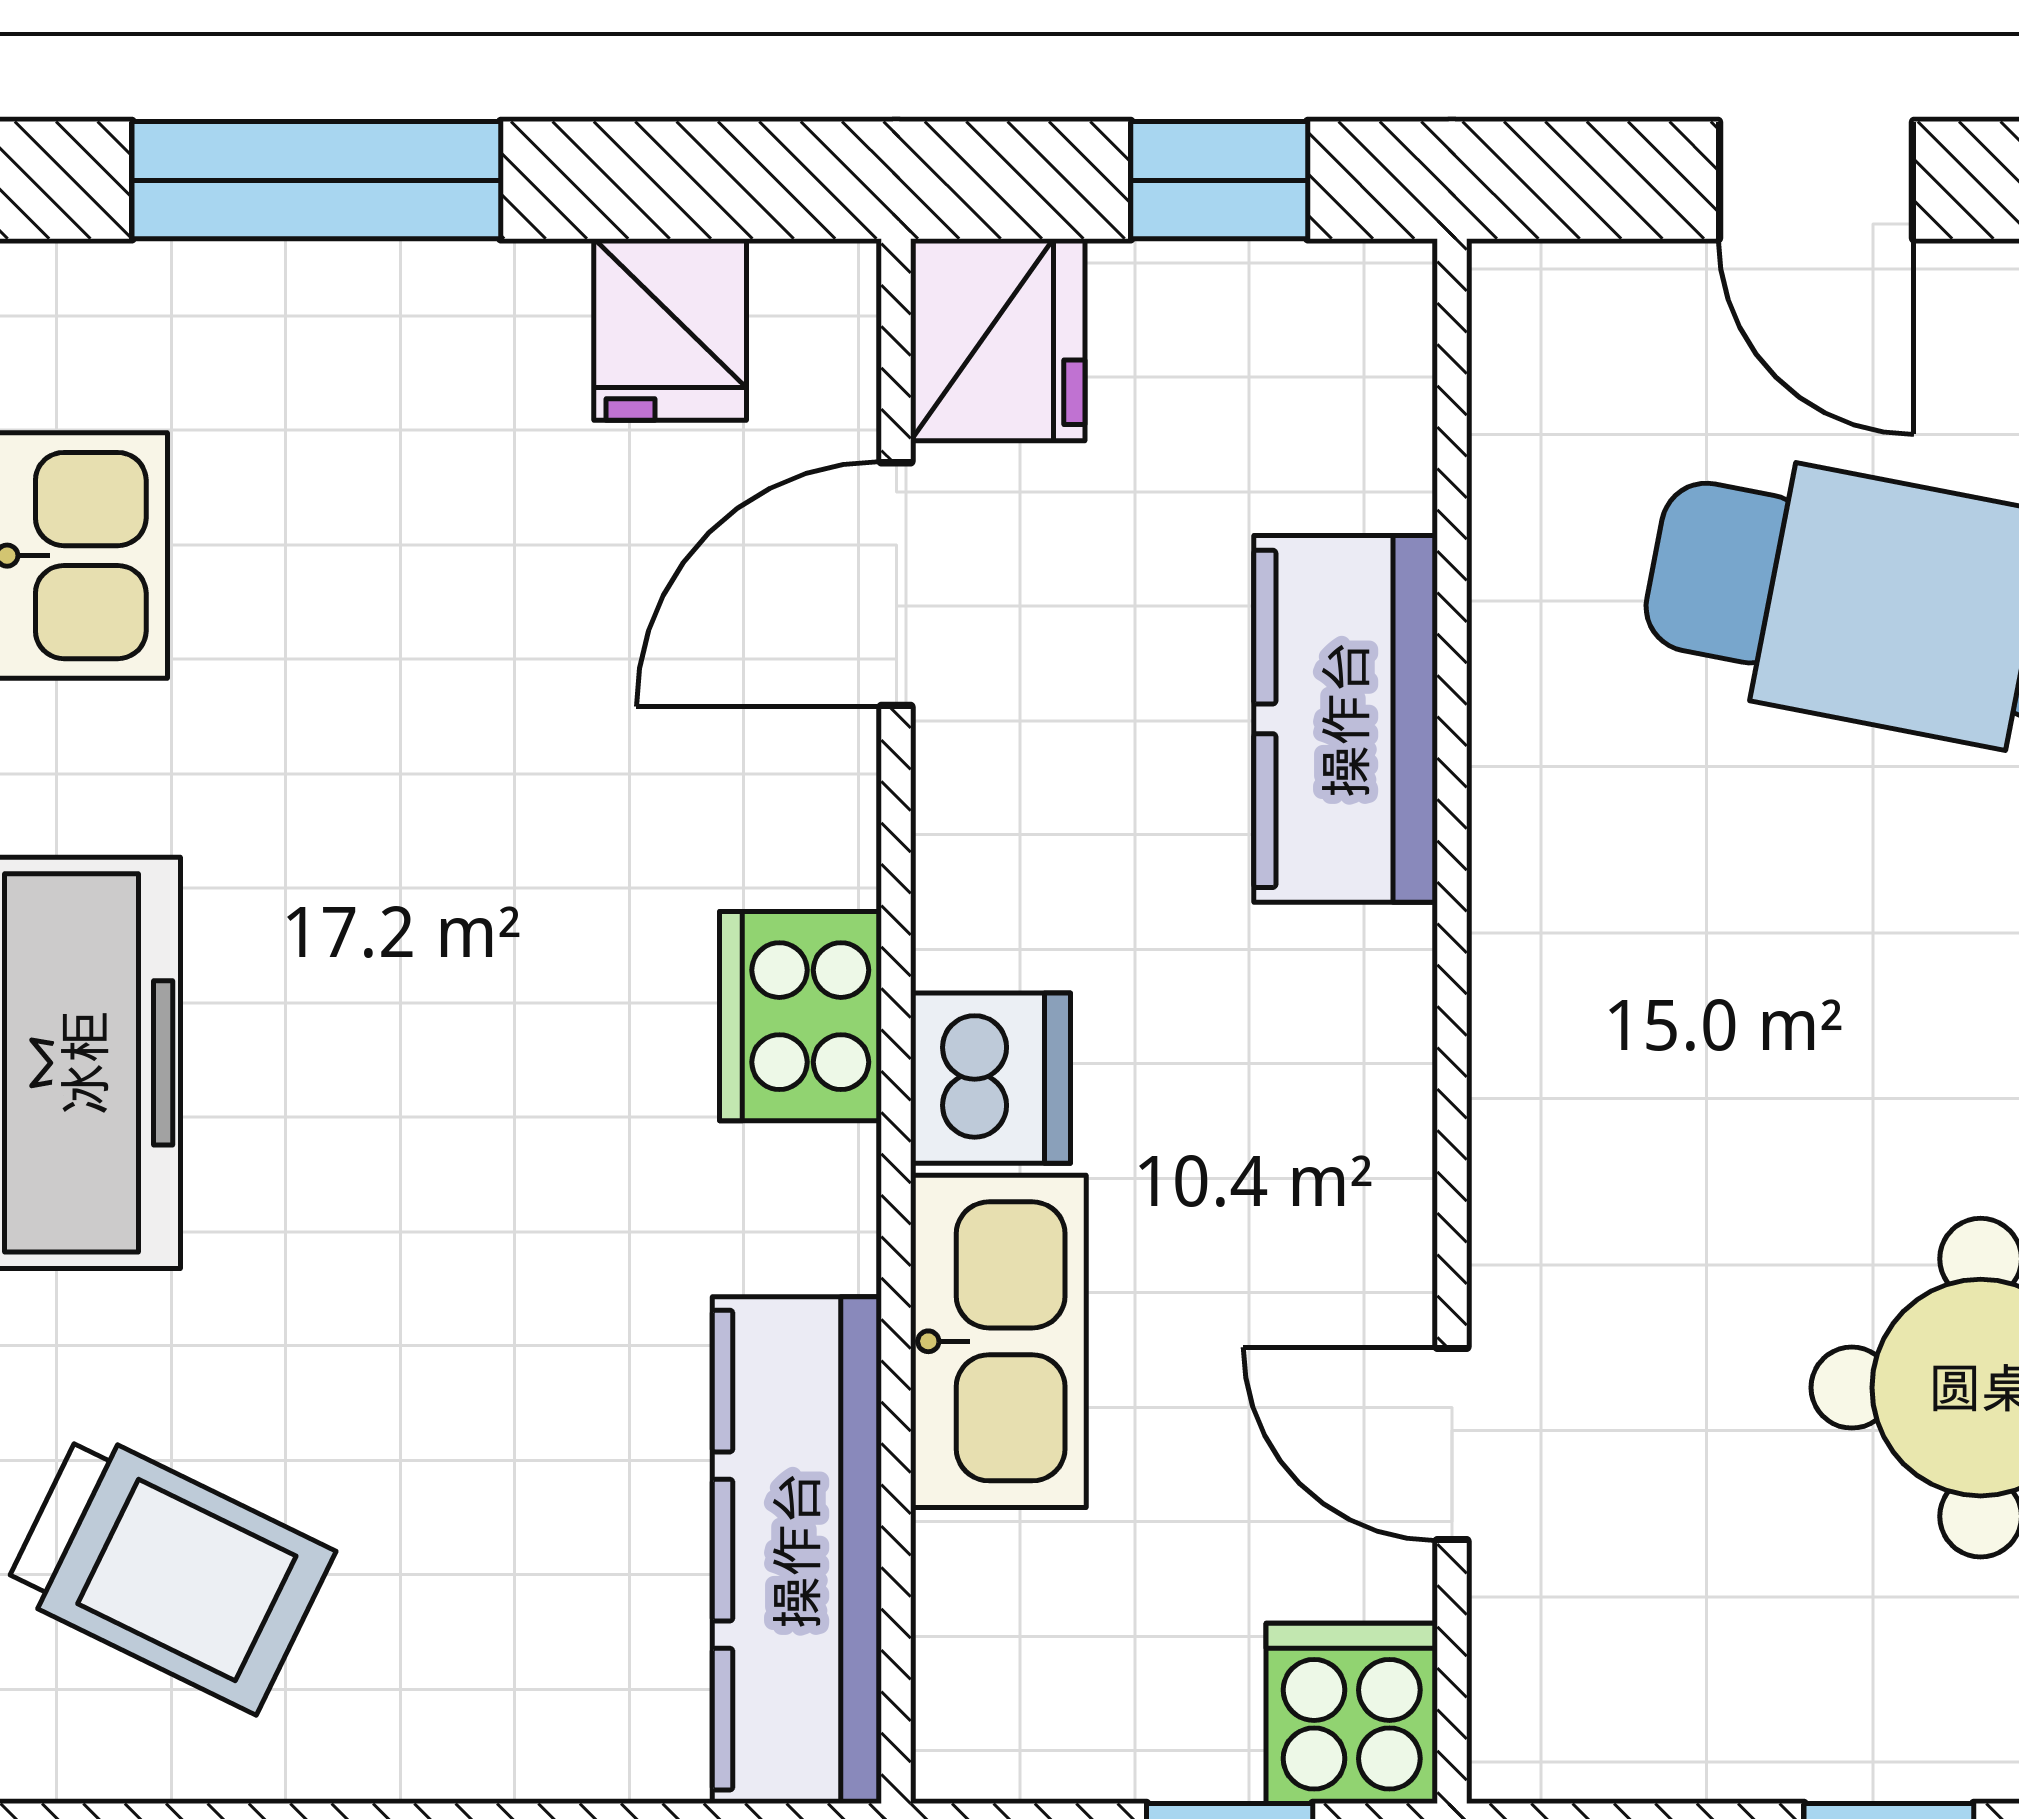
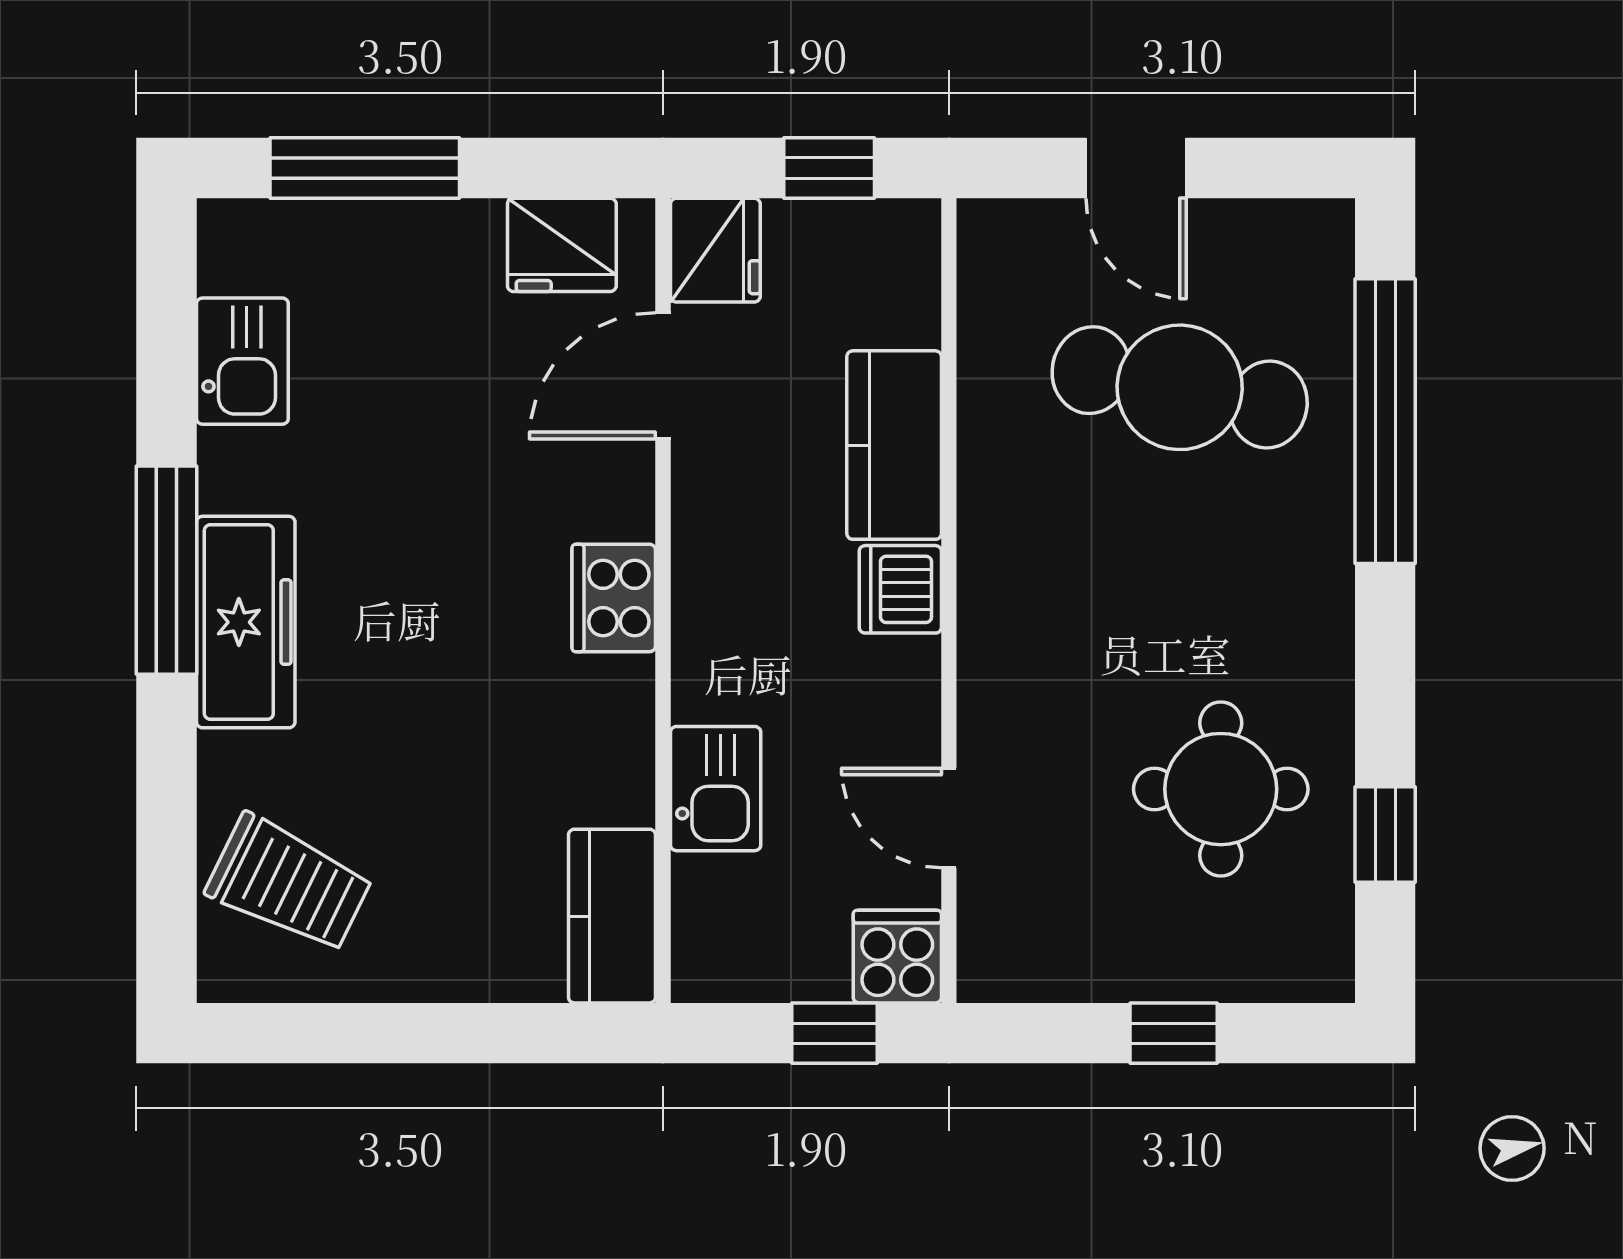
fridge: (670, 329) -> (562, 245), width x1.38
dishwasher: (990, 1078) -> (900, 589), moved, turned 180
kitchen sink: (998, 1341) -> (716, 789), width x0.73
kitchen counter: (797, 1550) -> (612, 916), width x0.67

